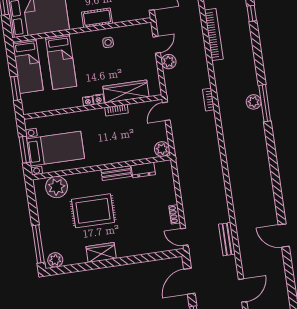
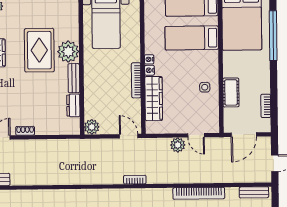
cot: (97, 18) -> (231, 92), moved
bookcase: (116, 110) -> (136, 80), width x1.56
plant: (57, 187) -> (68, 52), moved

